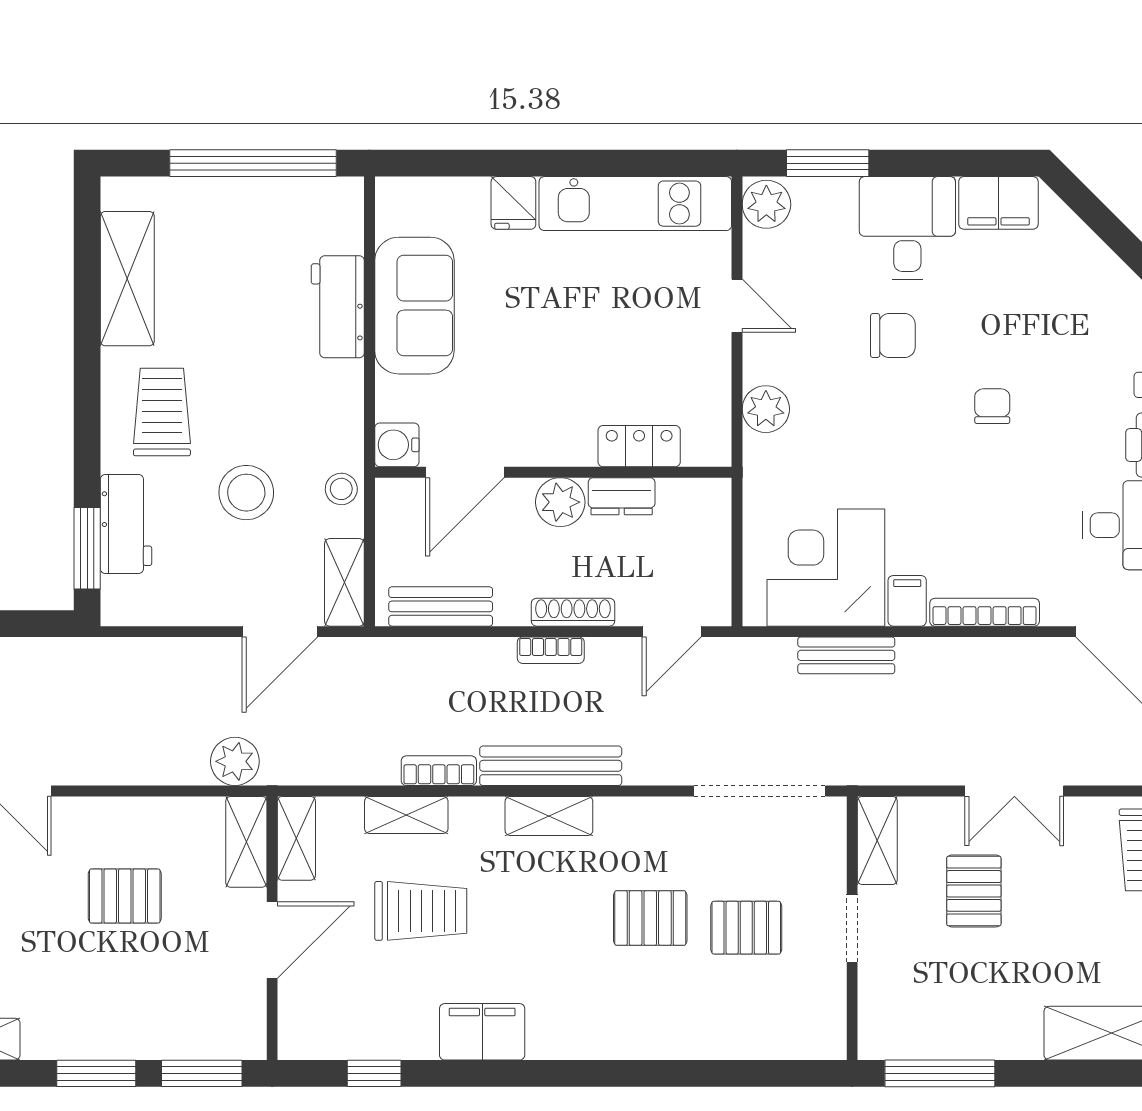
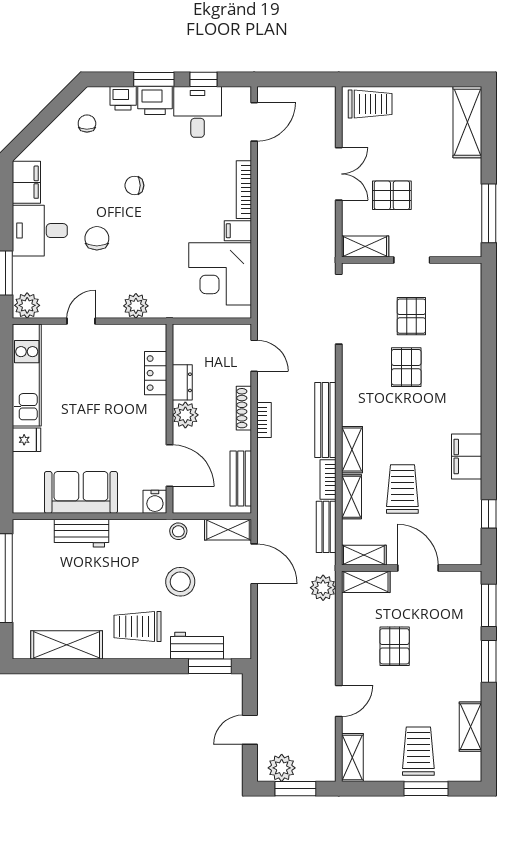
chair: (1109, 317) -> (87, 124), added
bench: (846, 655) -> (326, 527), moved
shelving: (549, 816) -> (352, 450), moved

